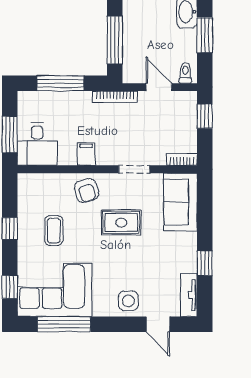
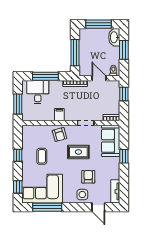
desk: (37, 144) -> (38, 92), moved, turned 180
window: (205, 263) -> (124, 156), moved
armchair: (139, 268) -> (88, 177), added

